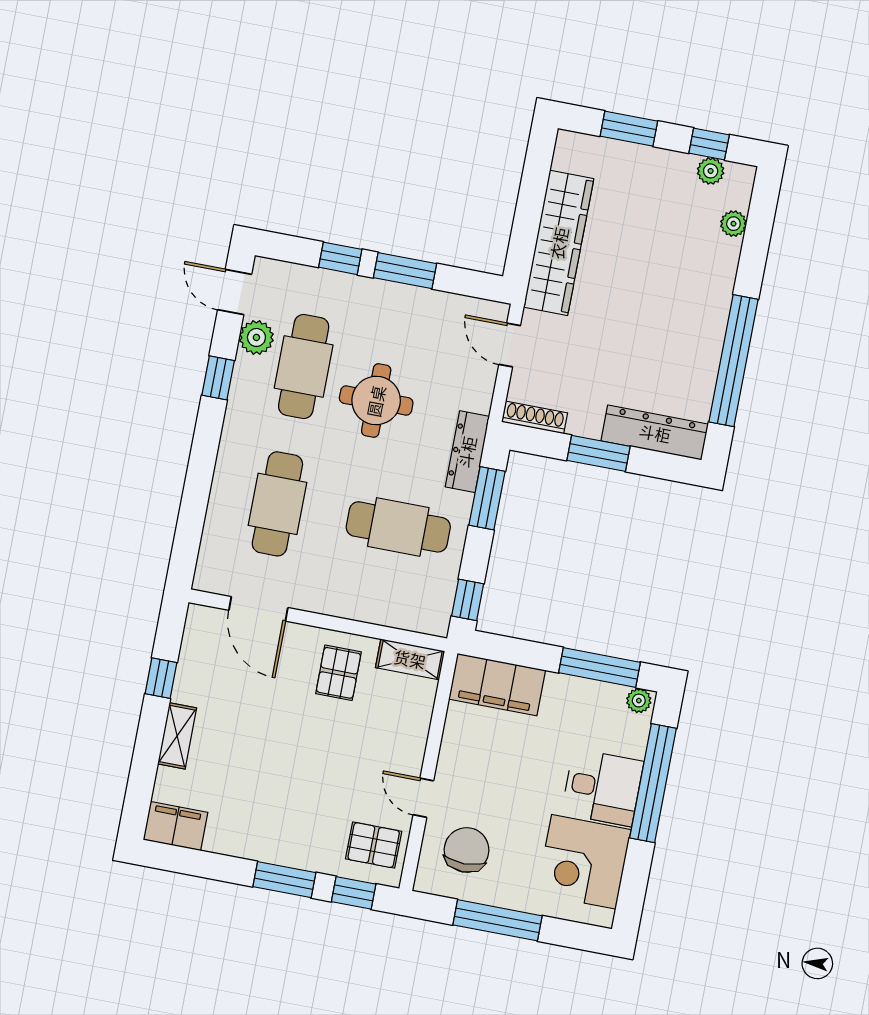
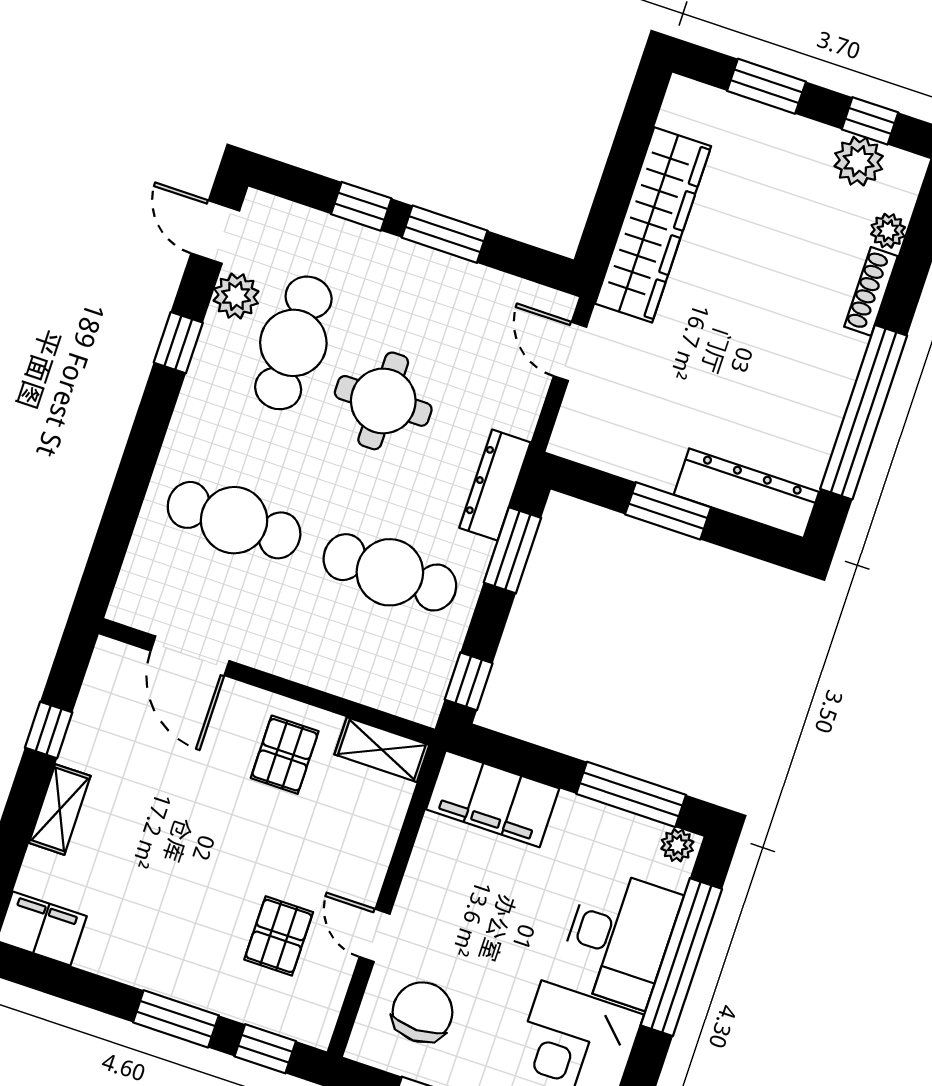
plant: (711, 171) -> (859, 161), width x1.38, depth x1.38
shoe rack: (535, 417) -> (871, 291), moved, turned -90
cafe table: (277, 504) -> (234, 520), turned 90
desk: (603, 788) -> (619, 938), width x1.37
pallet: (374, 845) -> (279, 936), moved, turned 90

